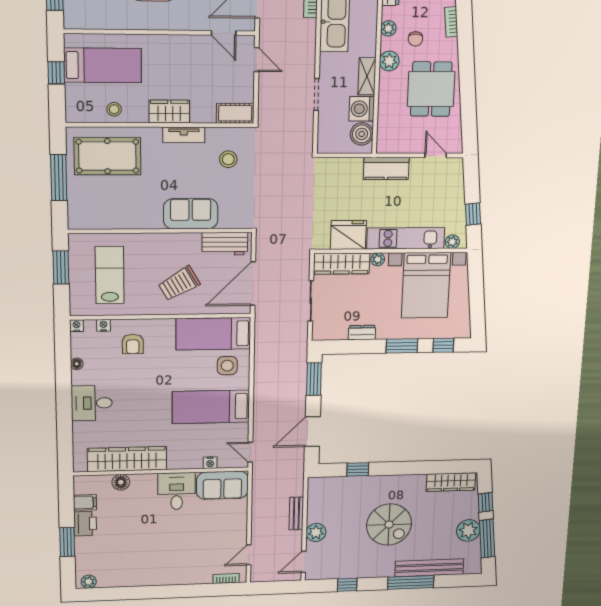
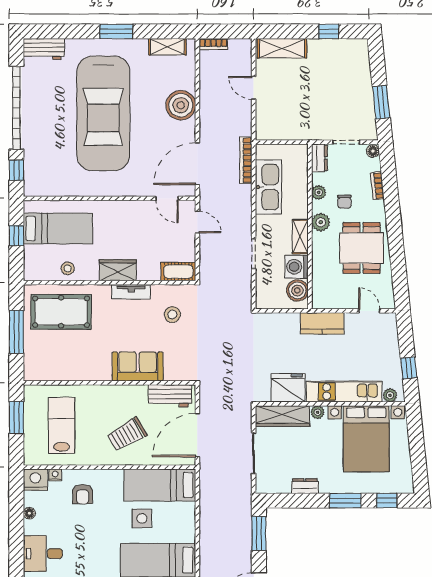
nightstand: (76, 326) -> (35, 480), width x1.89, depth x1.79
side table: (227, 366) -> (142, 518), moved

